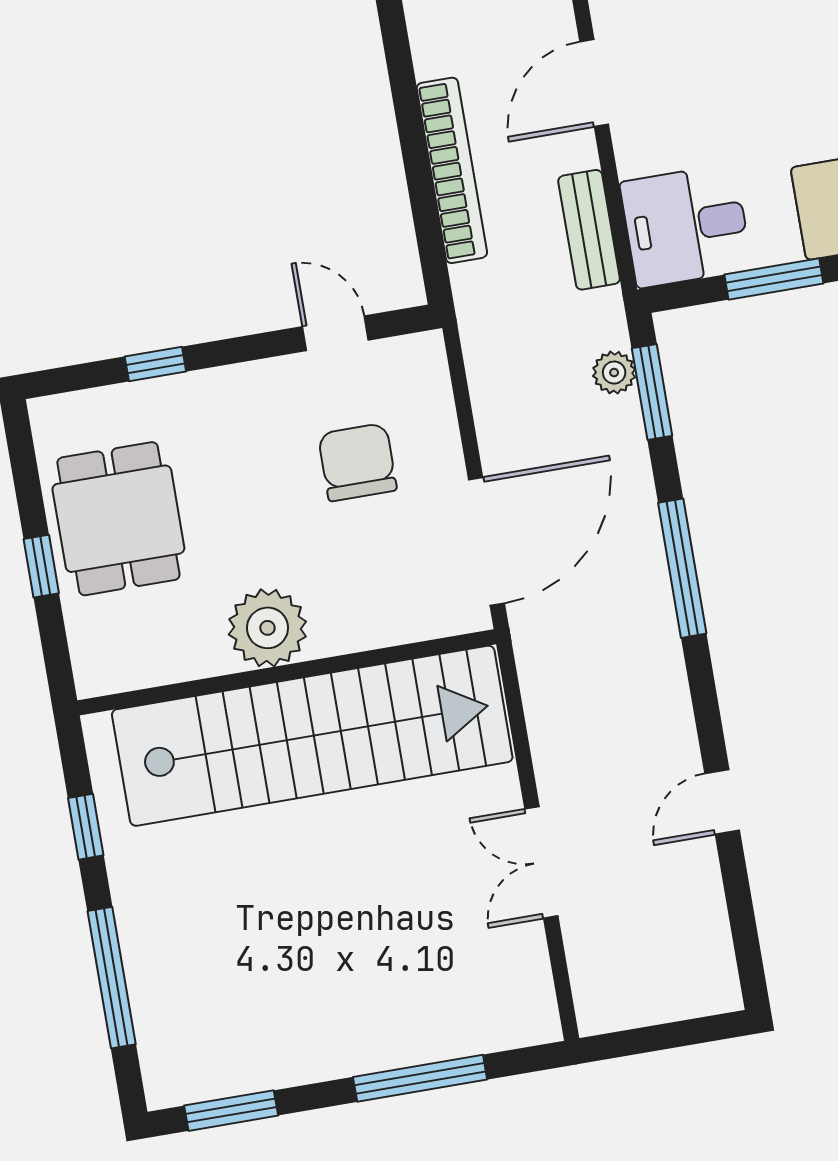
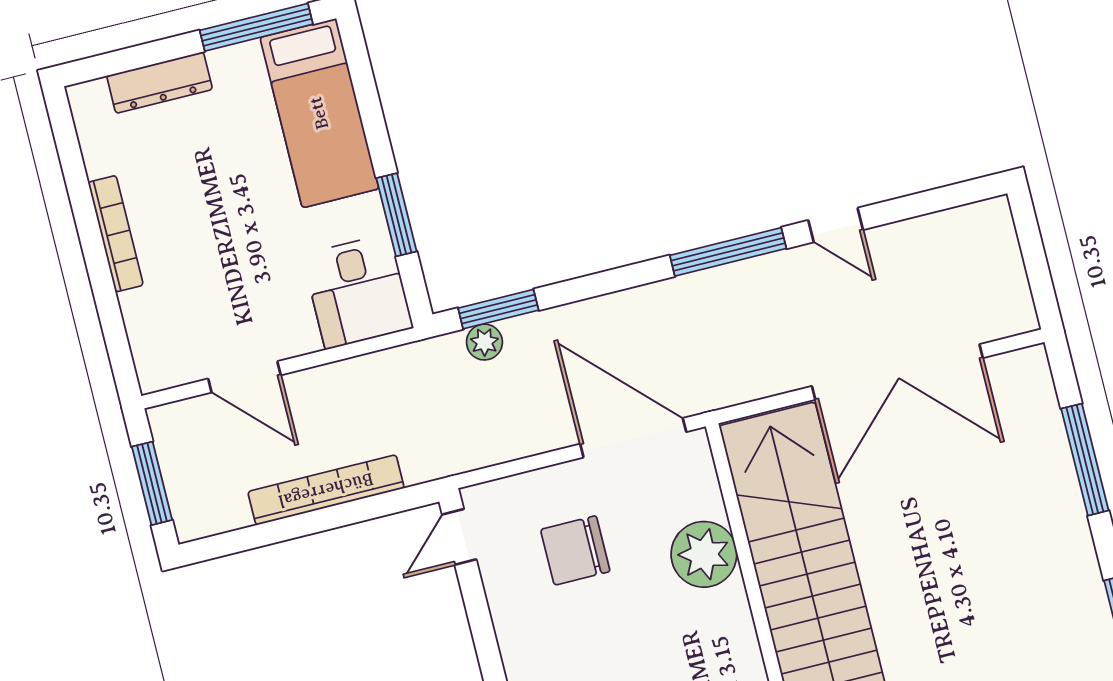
bench: (589, 230) -> (367, 372), removed
door: (335, 333) -> (459, 537), moved
window: (682, 568) -> (728, 252), moved
plant: (267, 628) -> (704, 554), moved
double door: (541, 862) -> (897, 372), width x1.87

